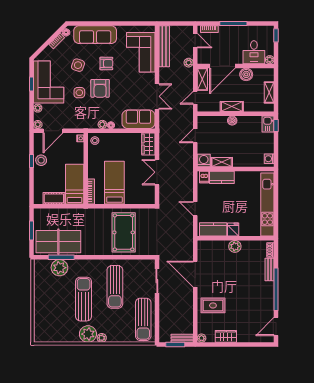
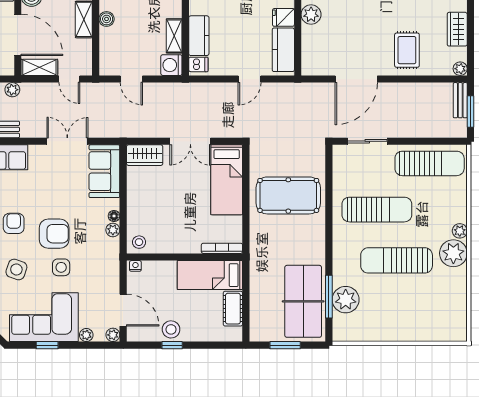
bed: (114, 183) -> (227, 180), moved, turned -90

